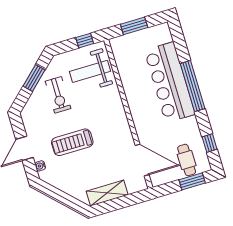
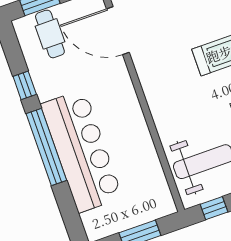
window: (210, 143) -> (25, 85), moved

